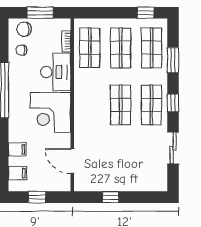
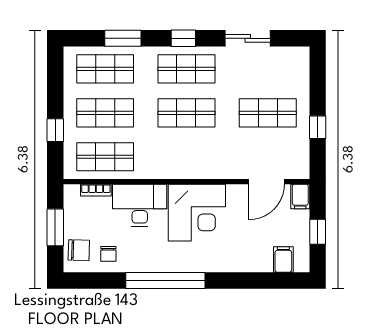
window: (146, 13) -> (55, 130), moved
chair: (24, 29) -> (79, 250), turned -88
filing cabinet: (17, 149) -> (300, 197), moved, turned 180
shop shelf: (121, 162) -> (268, 113), added

